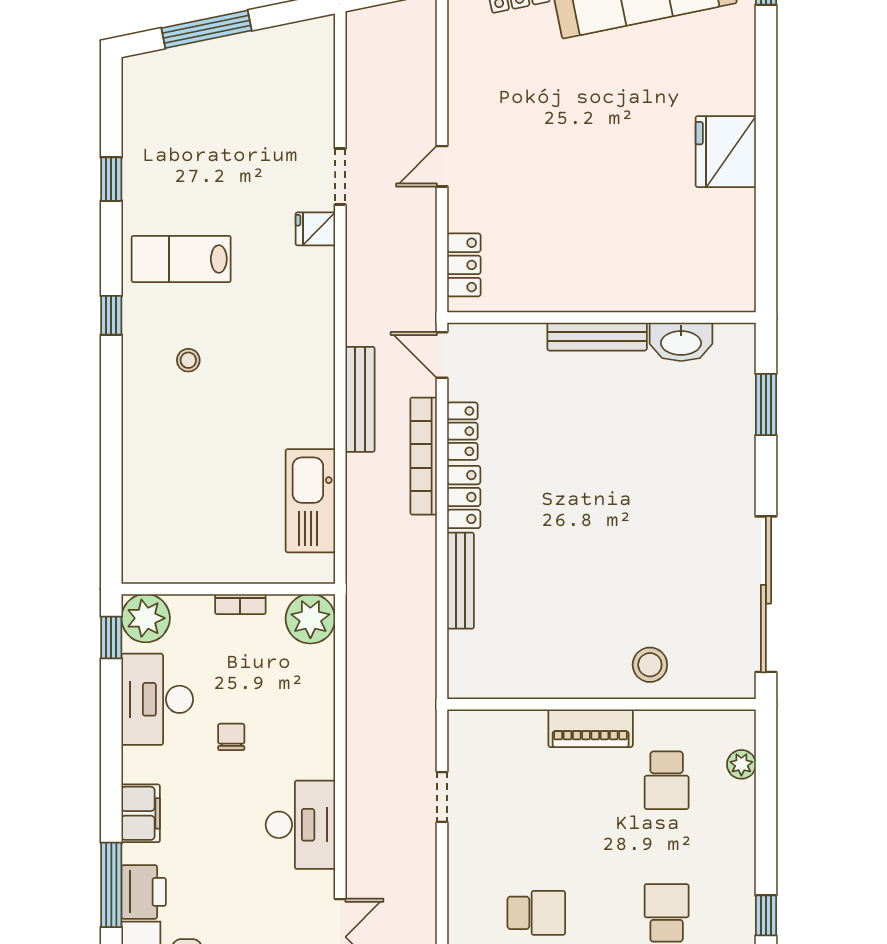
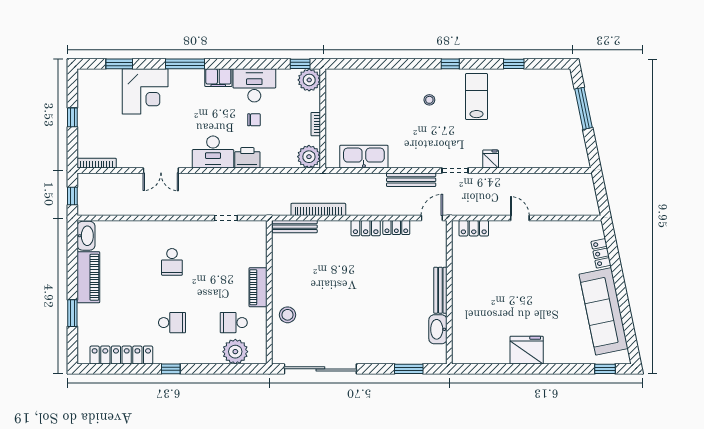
doorway: (340, 177) -> (455, 171), moved
bookcase: (424, 456) -> (318, 209), moved
bench: (461, 581) -> (295, 227), moved
desk: (157, 699) -> (254, 85), moved
plant: (741, 764) -> (235, 352), width x1.87, depth x1.87
printer: (144, 892) -> (247, 158), moved, turned 180

